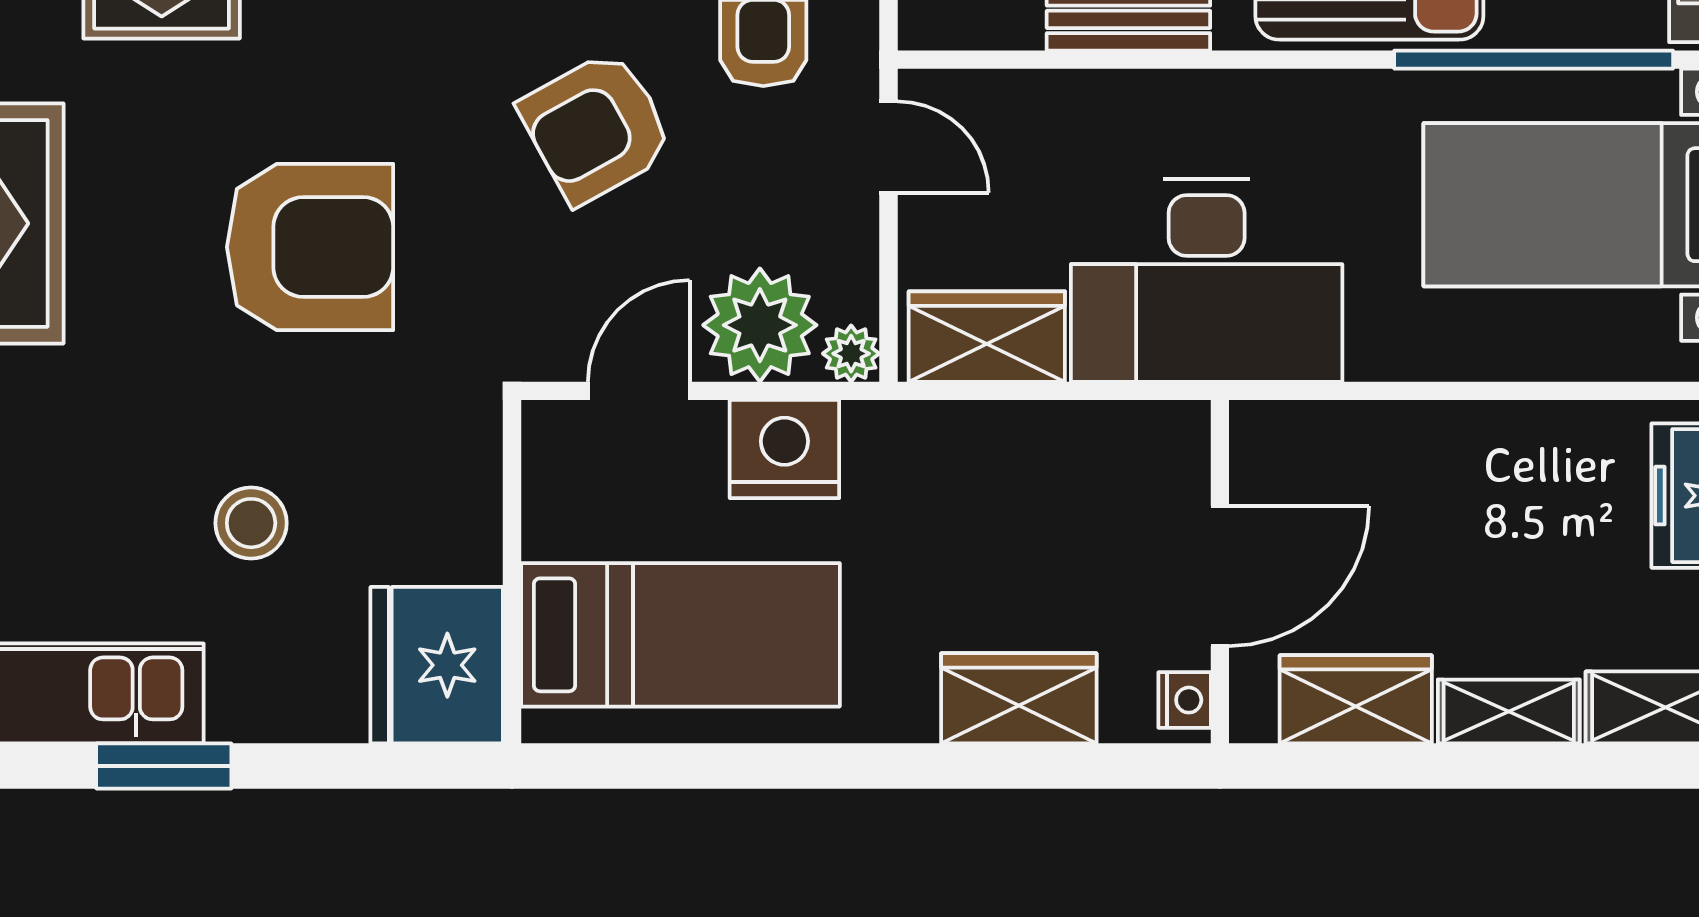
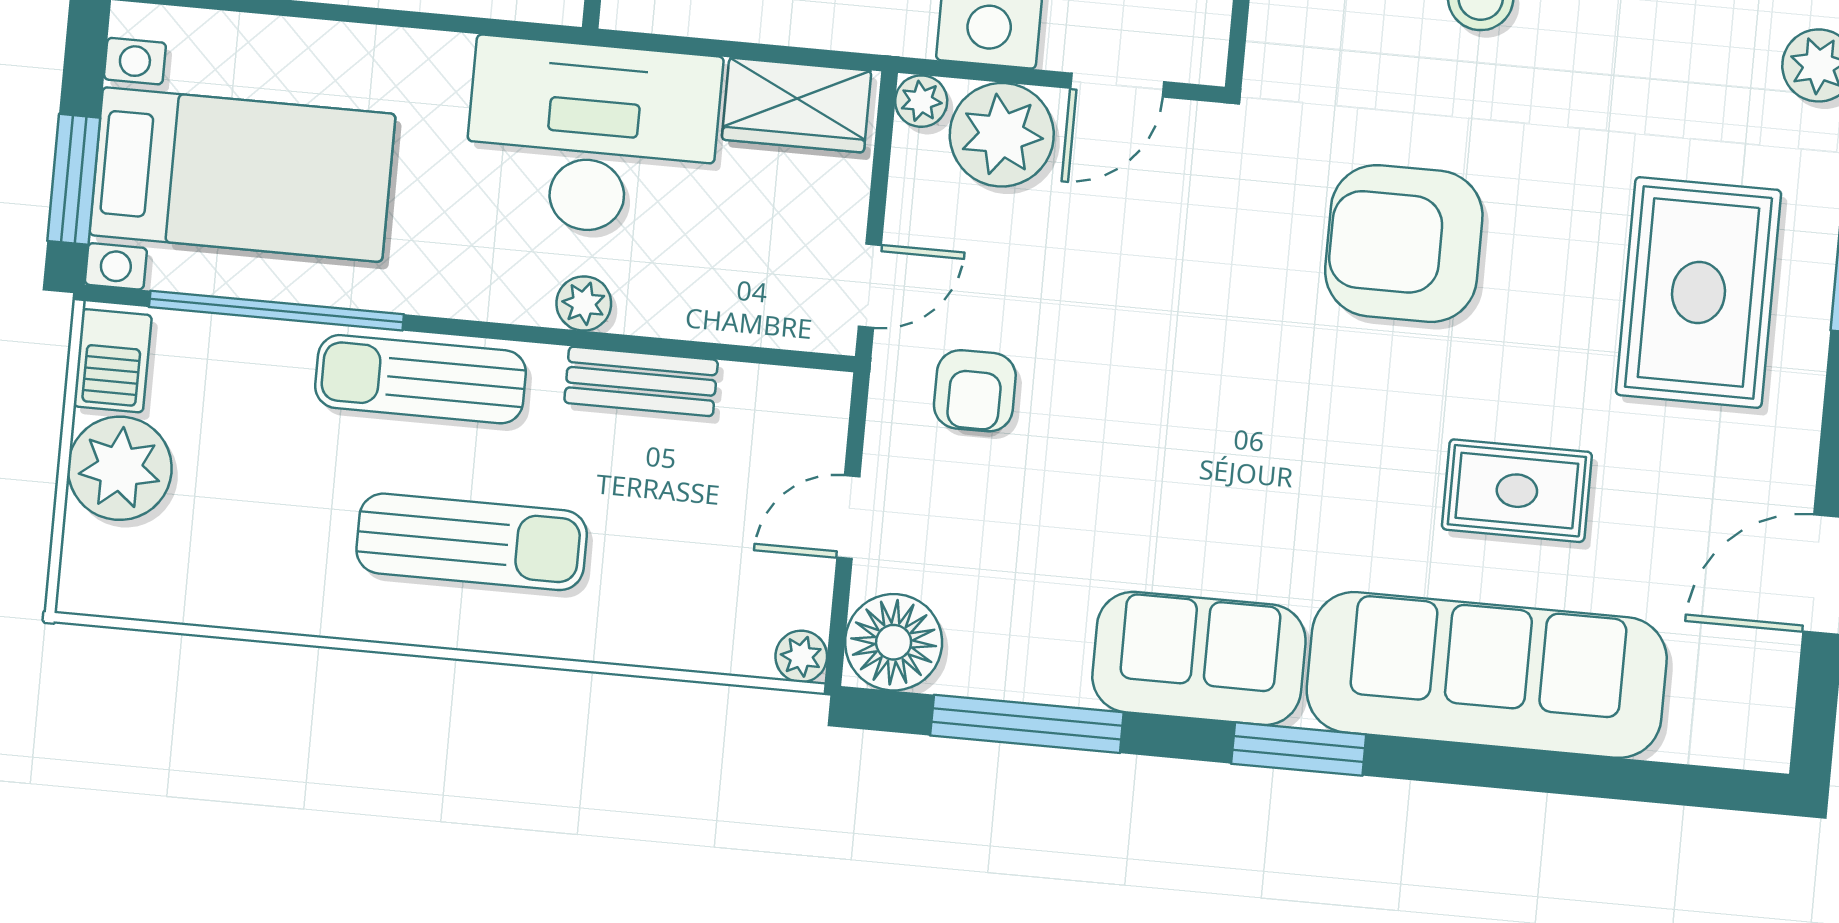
plant: (1199, 99) -> (584, 303), added
armchair: (596, 127) -> (1134, 328), removed
door: (889, 147) -> (870, 286), swing flipped

